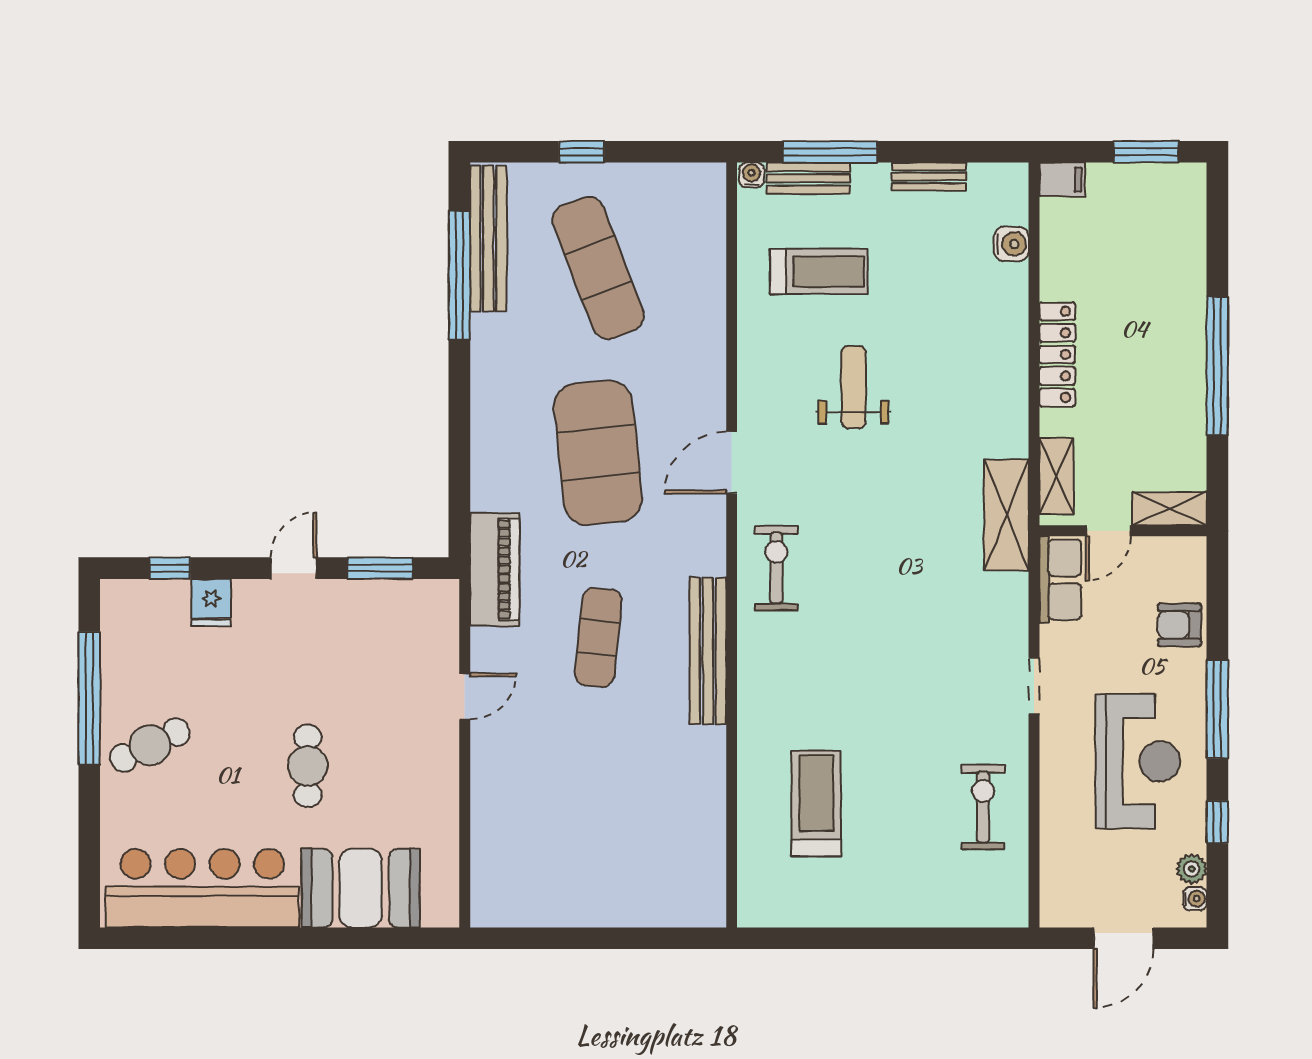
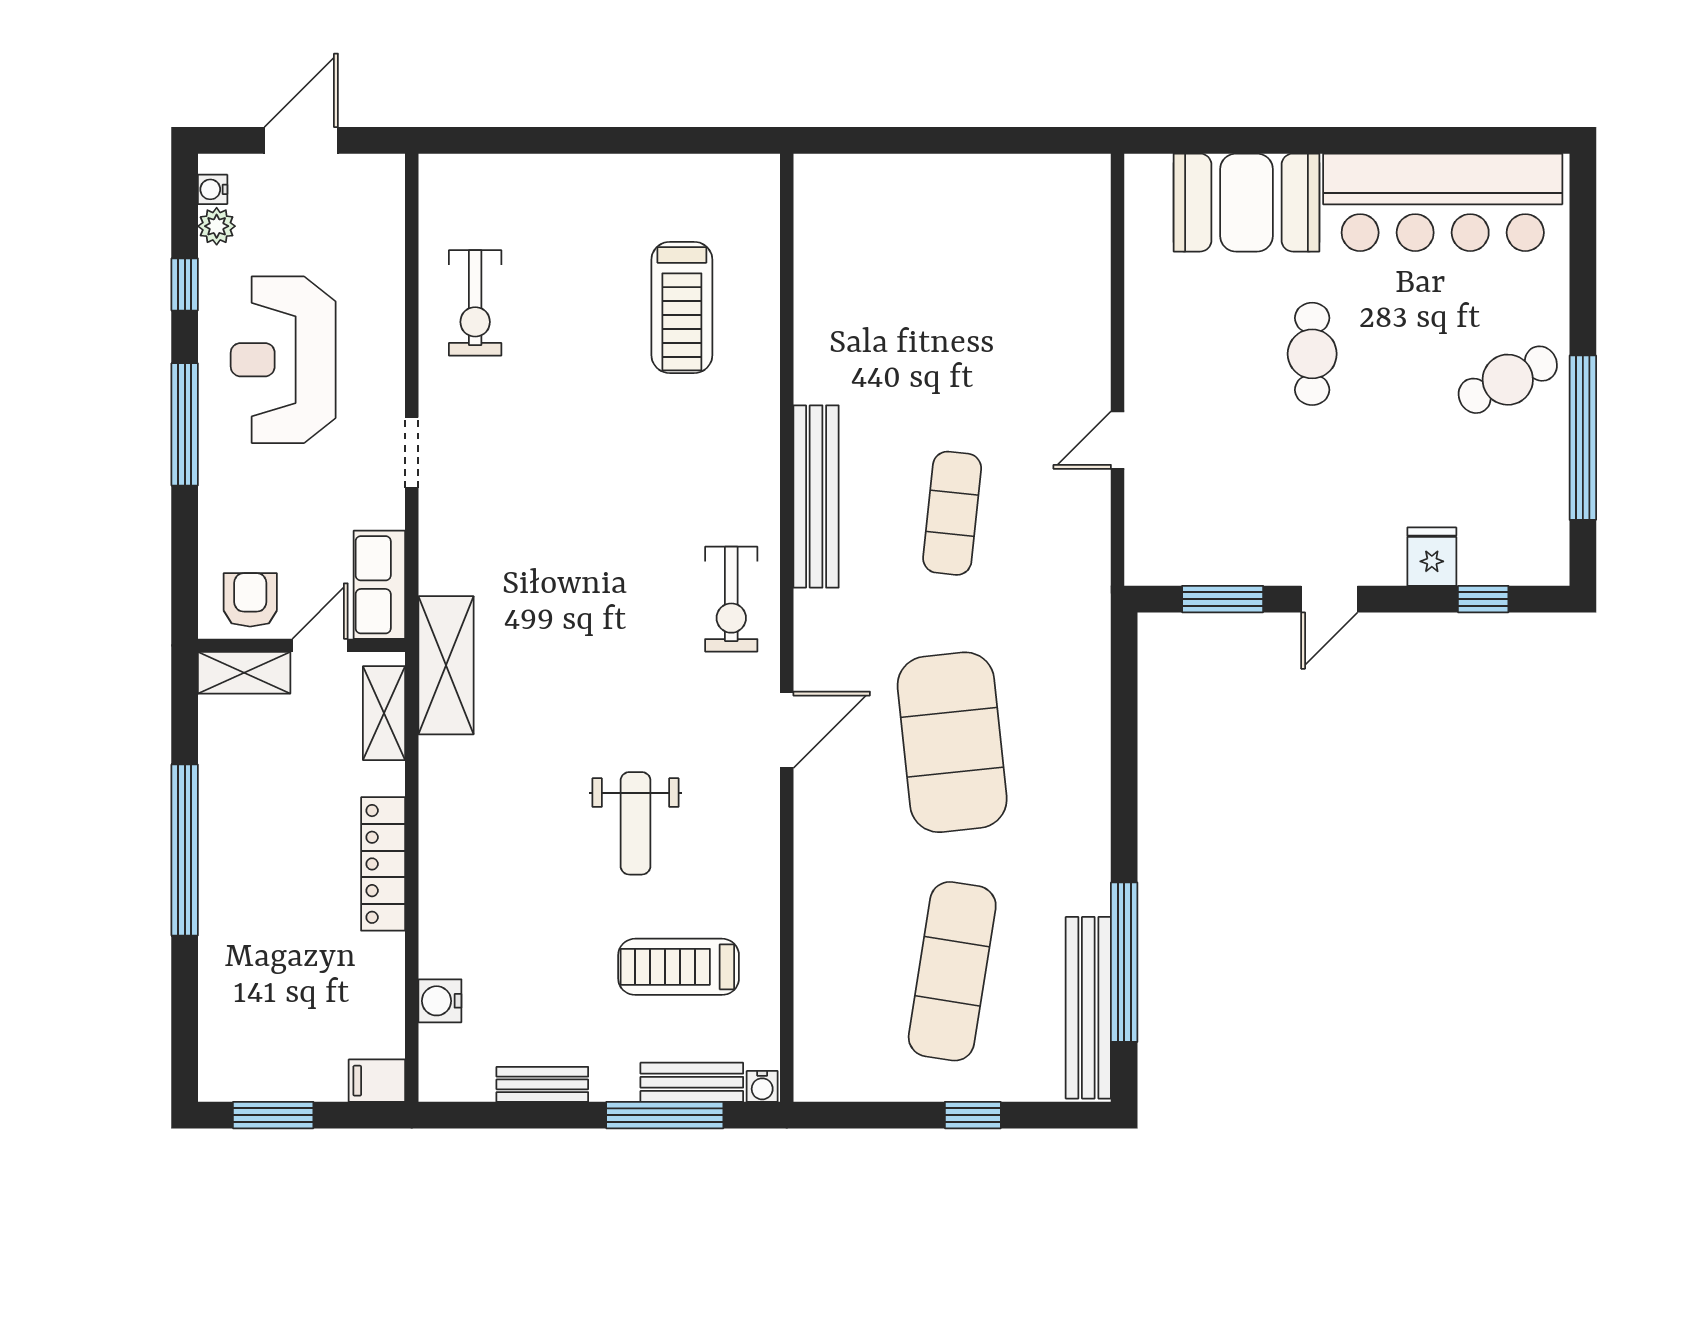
exercise mat: (598, 268) -> (952, 971), turned 30
piano: (495, 569) -> (1080, 597), removed
armchair: (1179, 625) -> (250, 600), moved, turned -90

